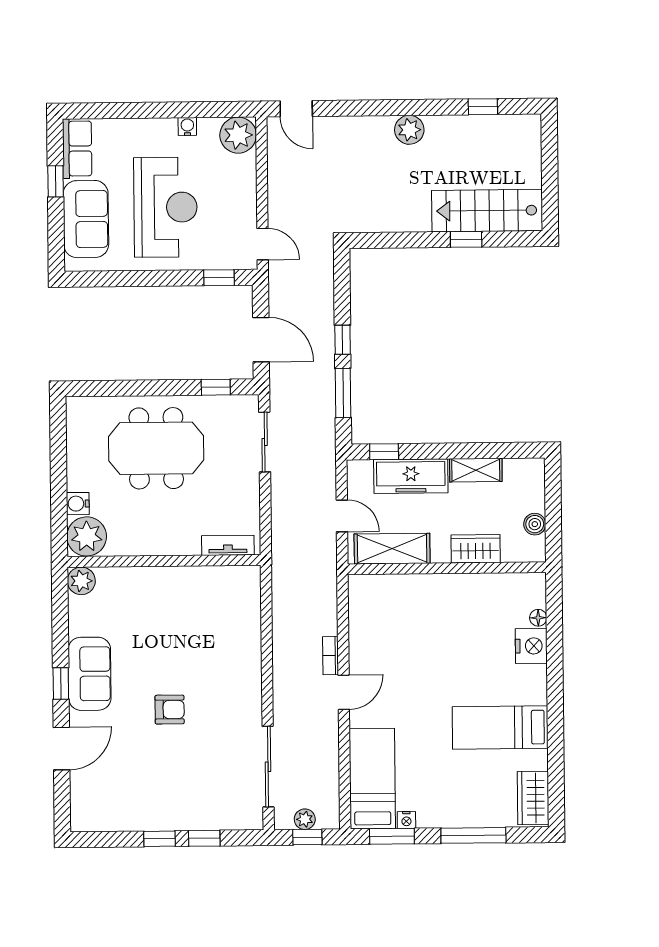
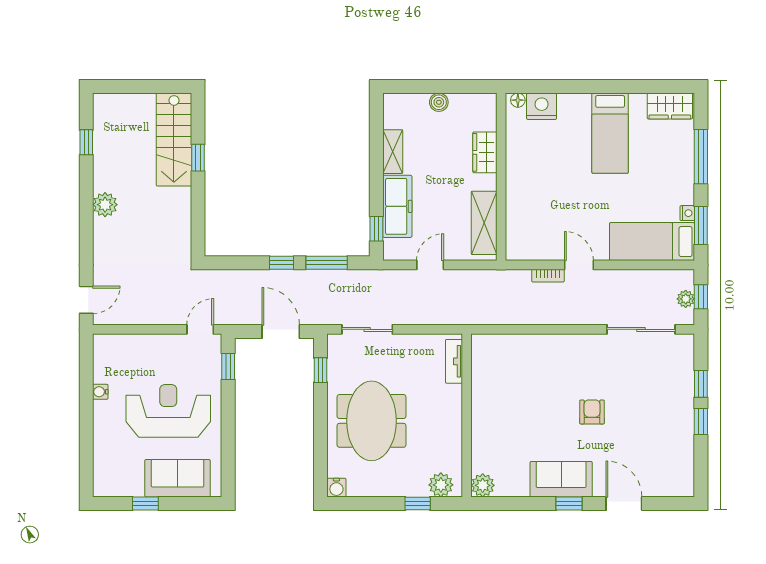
plant: (238, 135) -> (108, 349), removed
row of seats: (77, 149) -> (118, 485), removed
door: (261, 340) -> (281, 332), hinge flipped
window: (59, 504) -> (418, 503), added
water cooler: (78, 504) -> (336, 488), moved
plant: (87, 536) -> (441, 485), width x0.73, depth x0.73
shelving: (392, 549) -> (484, 223), moved
wardrobe: (476, 549) -> (485, 152), moved
wall: (447, 568) -> (501, 177), moved

